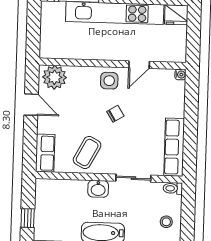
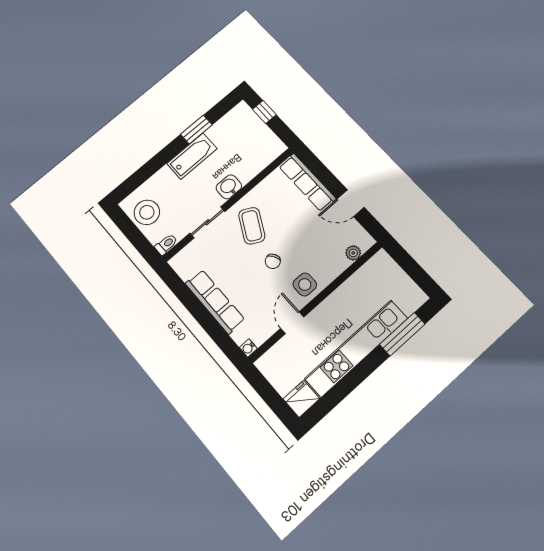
plant: (54, 77) -> (353, 253), width x0.53, depth x0.53
row of seats: (174, 147) -> (215, 302), moved
row of seats: (45, 153) -> (307, 182), width x1.48
coffee table: (87, 153) -> (252, 226), moved
stool: (166, 222) -> (147, 212), width x1.89, depth x1.89

